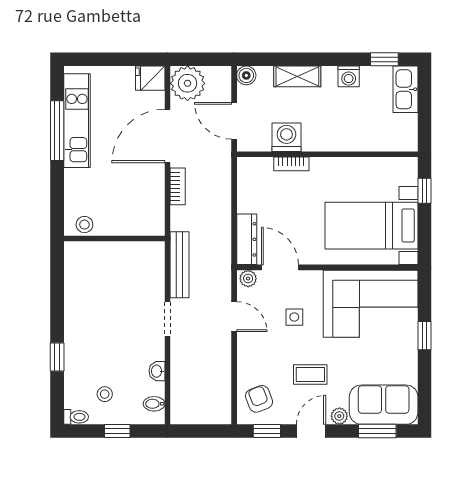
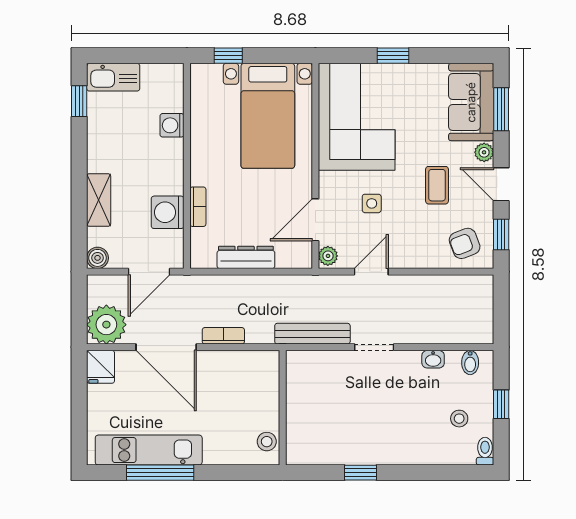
washing machine: (349, 76) -> (172, 125), moved, turned 180
dresser: (247, 239) -> (246, 257), moved
window: (57, 357) -> (361, 473), moved

